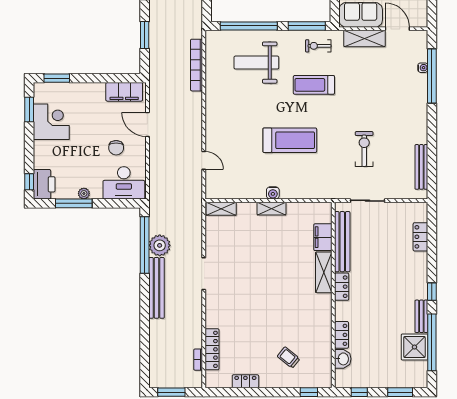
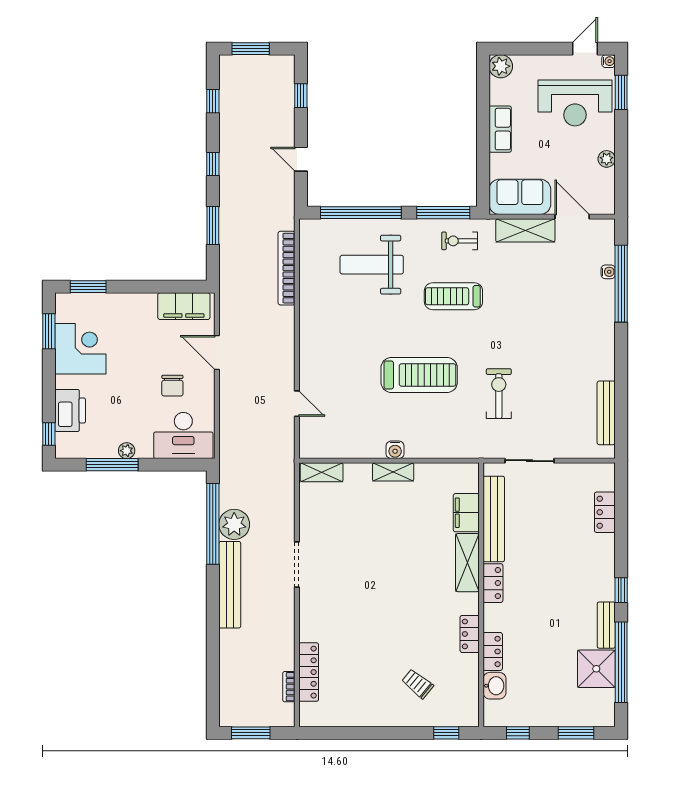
exercise bike: (364, 149) -> (499, 394), moved
printer: (44, 184) -> (70, 410), moved
locker: (245, 381) -> (470, 634), moved, turned -90

